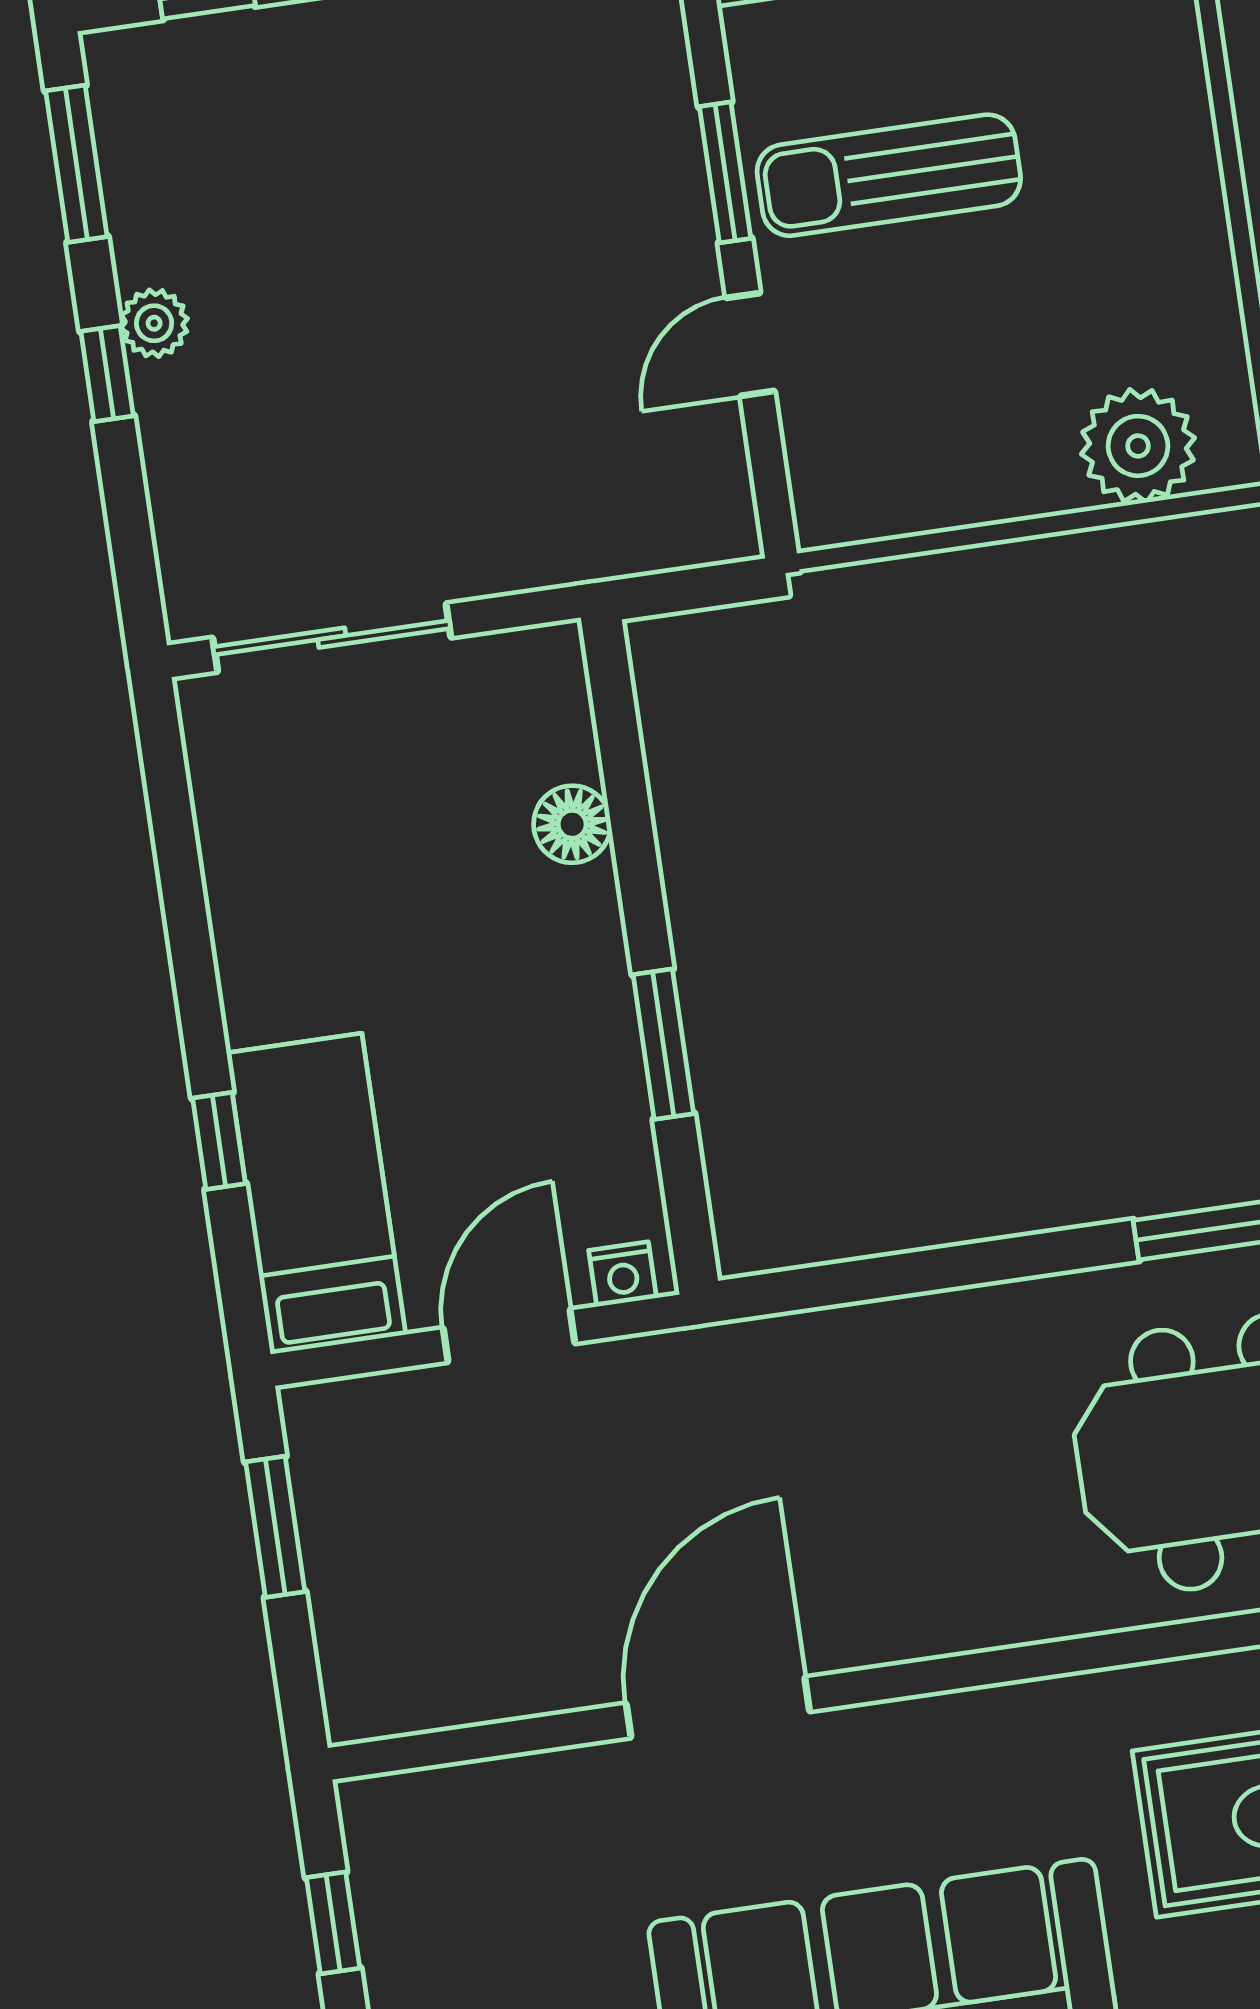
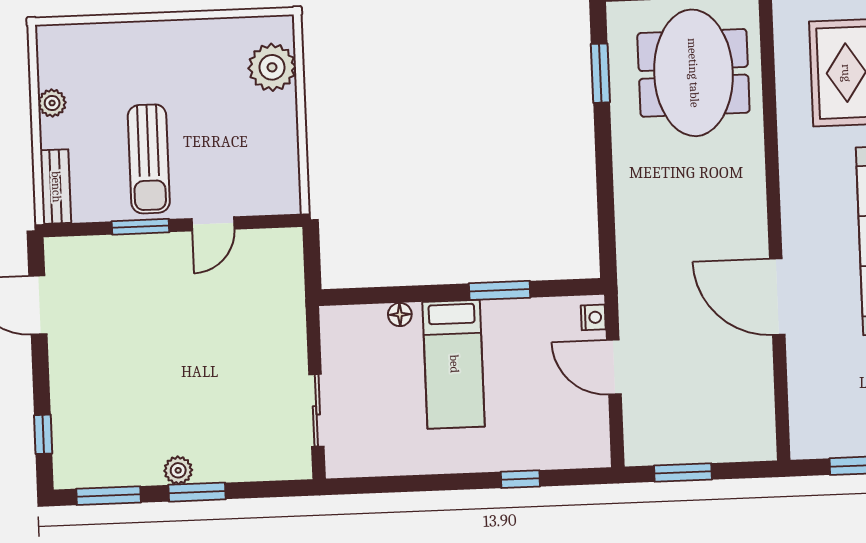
door: (750, 344) -> (213, 224), hinge flipped
window: (107, 374) -> (197, 492), width x1.50
sliding door: (332, 638) -> (316, 410), width x0.73
floor lamp: (572, 824) -> (400, 315), width x0.73, depth x0.73
bed: (316, 1194) -> (454, 364), moved, turned -90

